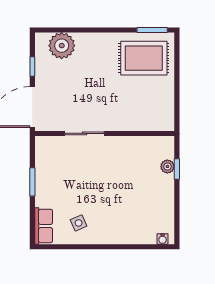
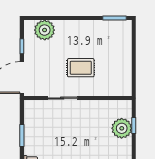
rug: (144, 58) -> (81, 68), moved, width x0.73, depth x0.70
plant: (167, 166) -> (122, 128), width x1.87, depth x1.87

